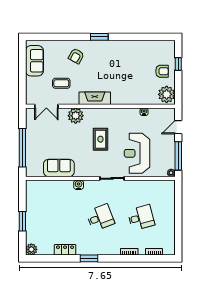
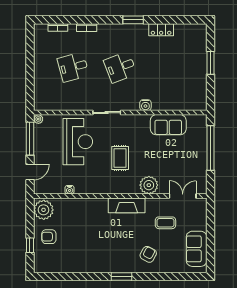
plant: (31, 249) -> (200, 30), removed

